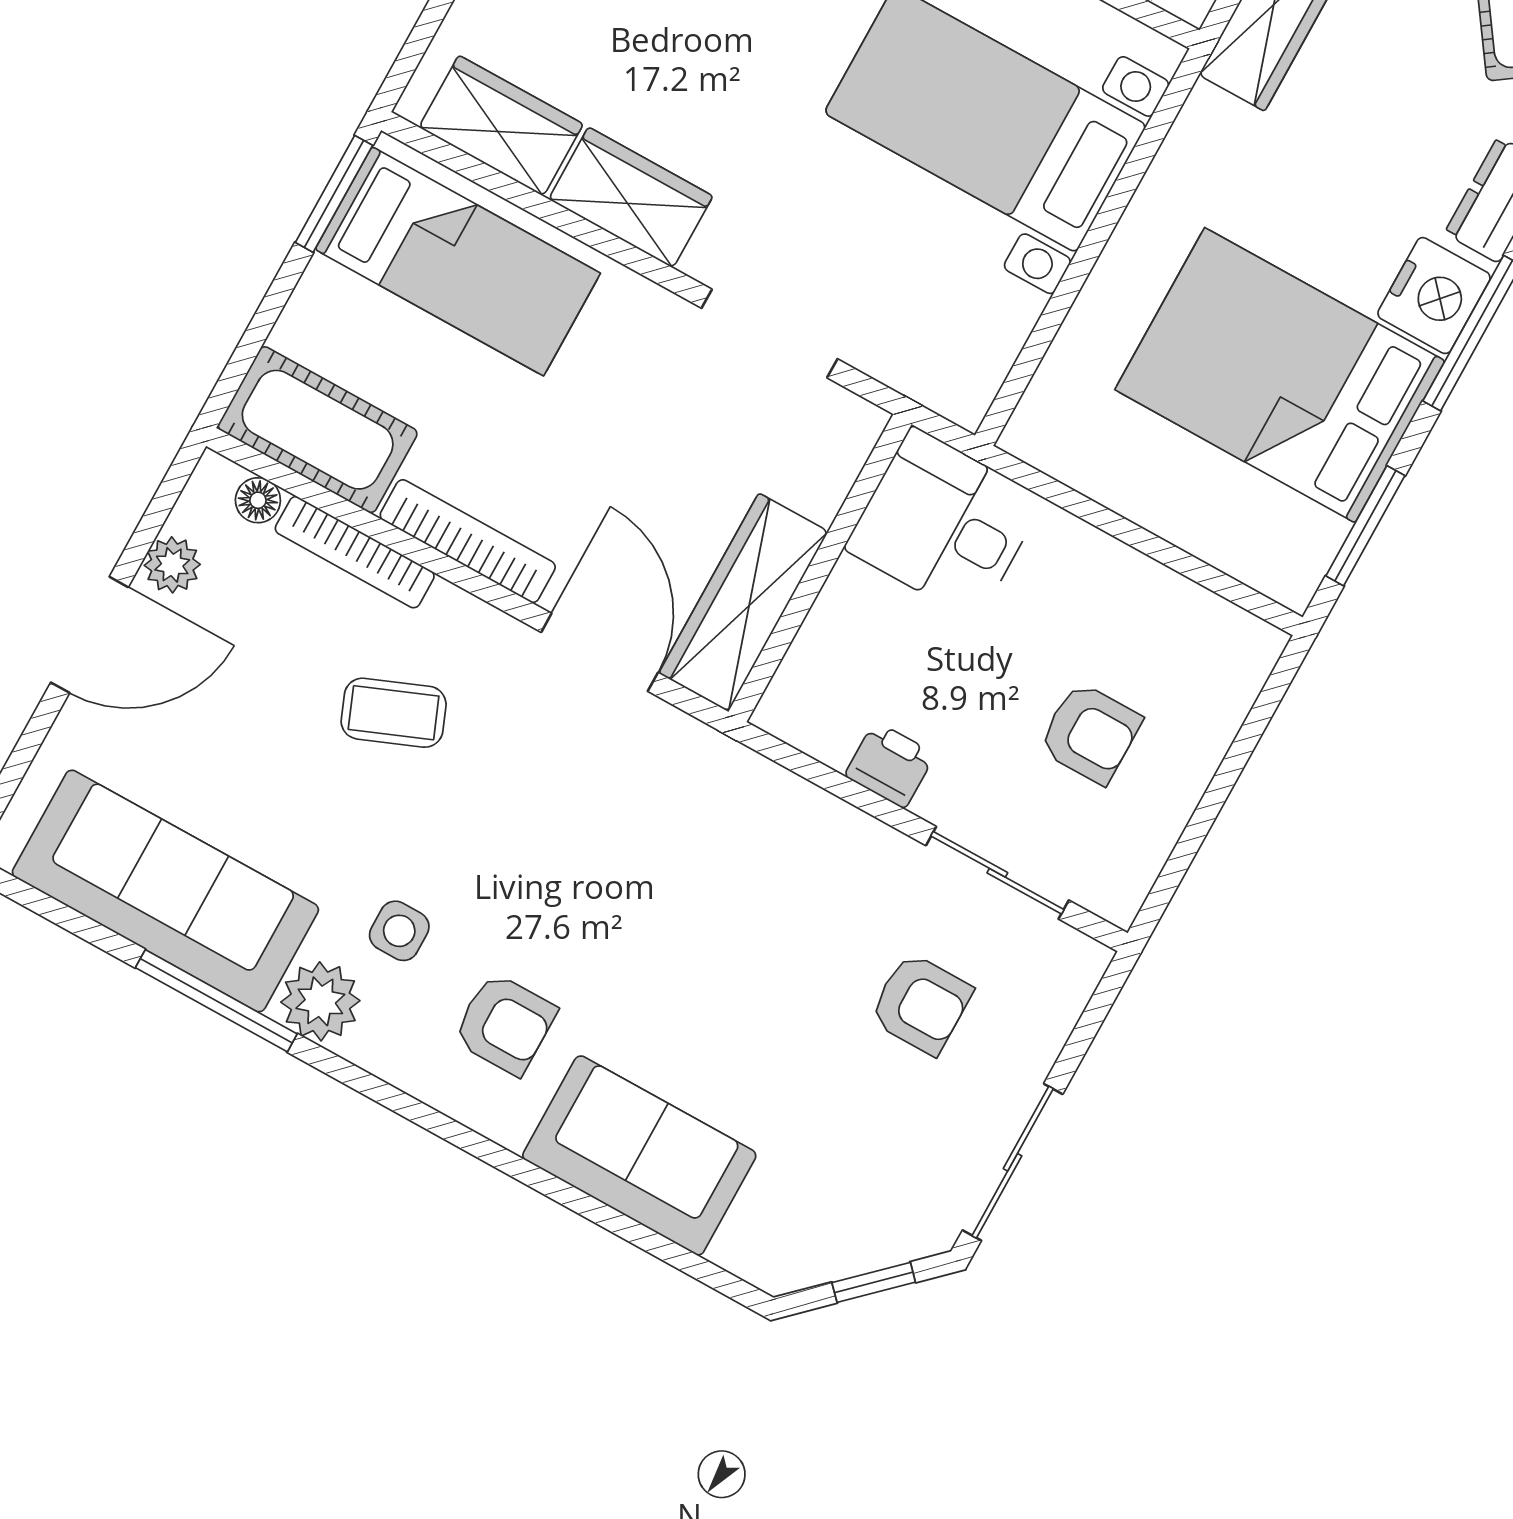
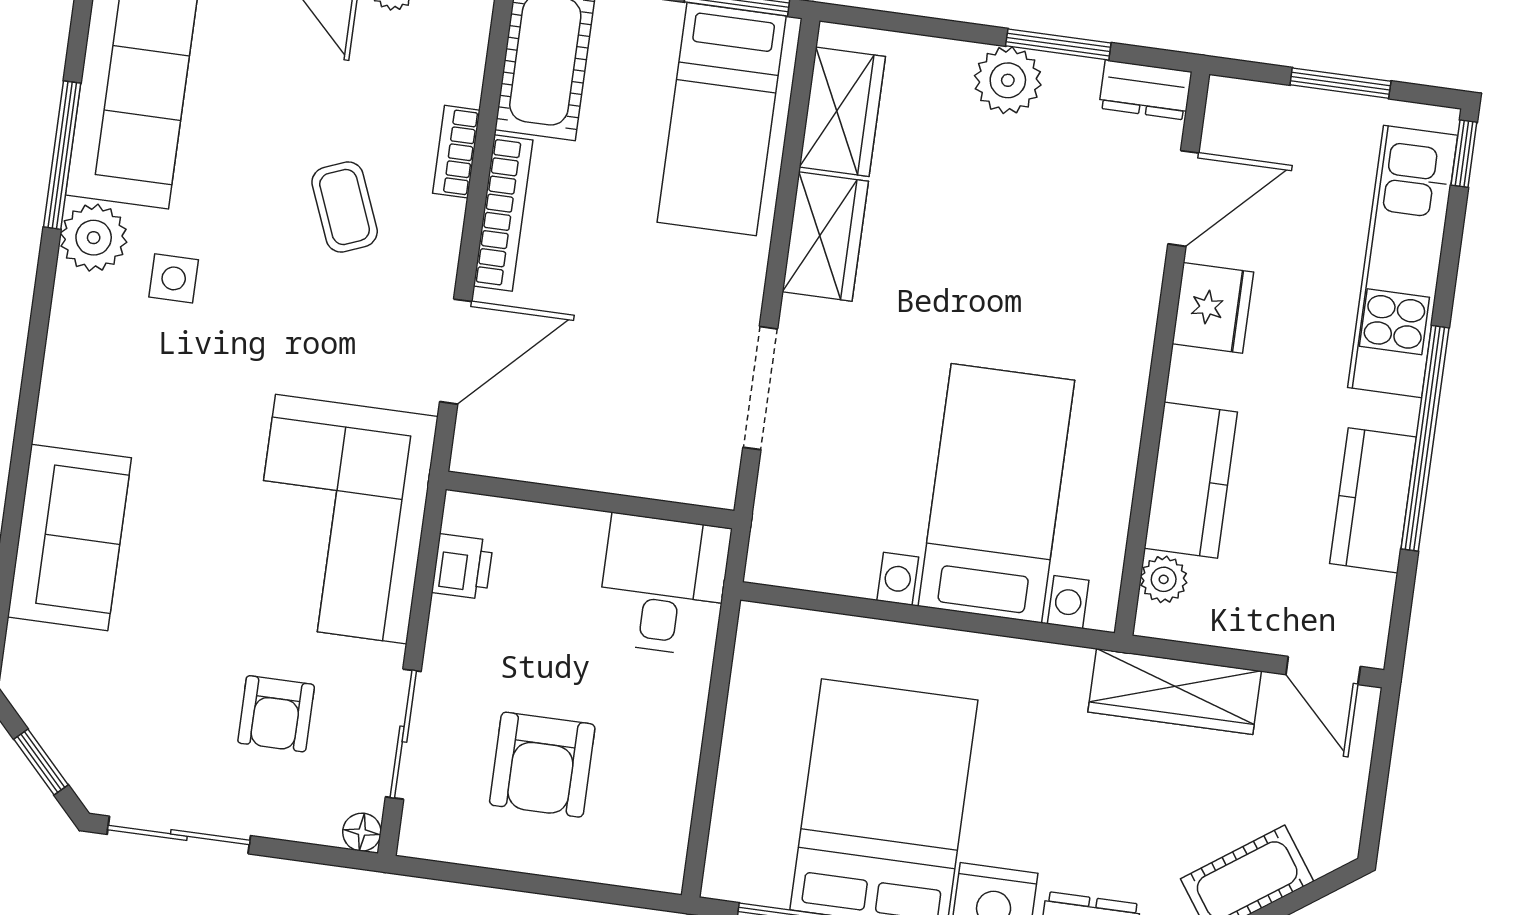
floor lamp: (258, 500) -> (362, 832), moved
bookcase: (355, 552) -> (456, 152), width x0.64
wardrobe: (744, 602) -> (539, 450), removed
armchair: (1090, 733) -> (542, 765), width x1.38, depth x1.38
printer: (890, 765) -> (462, 567), moved
corner sofa: (735, 849) -> (341, 519), added
armchair: (505, 1024) -> (132, 391), removed

